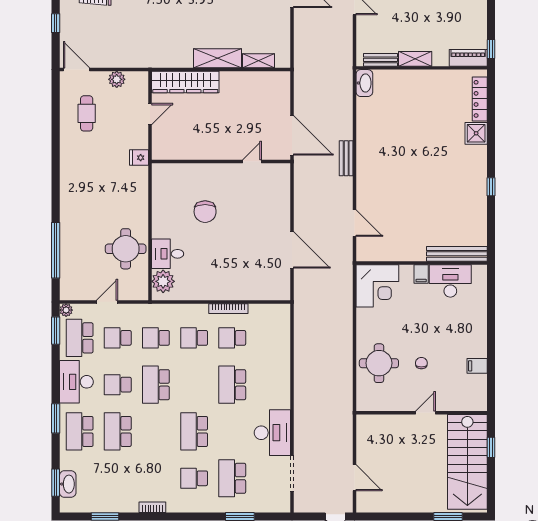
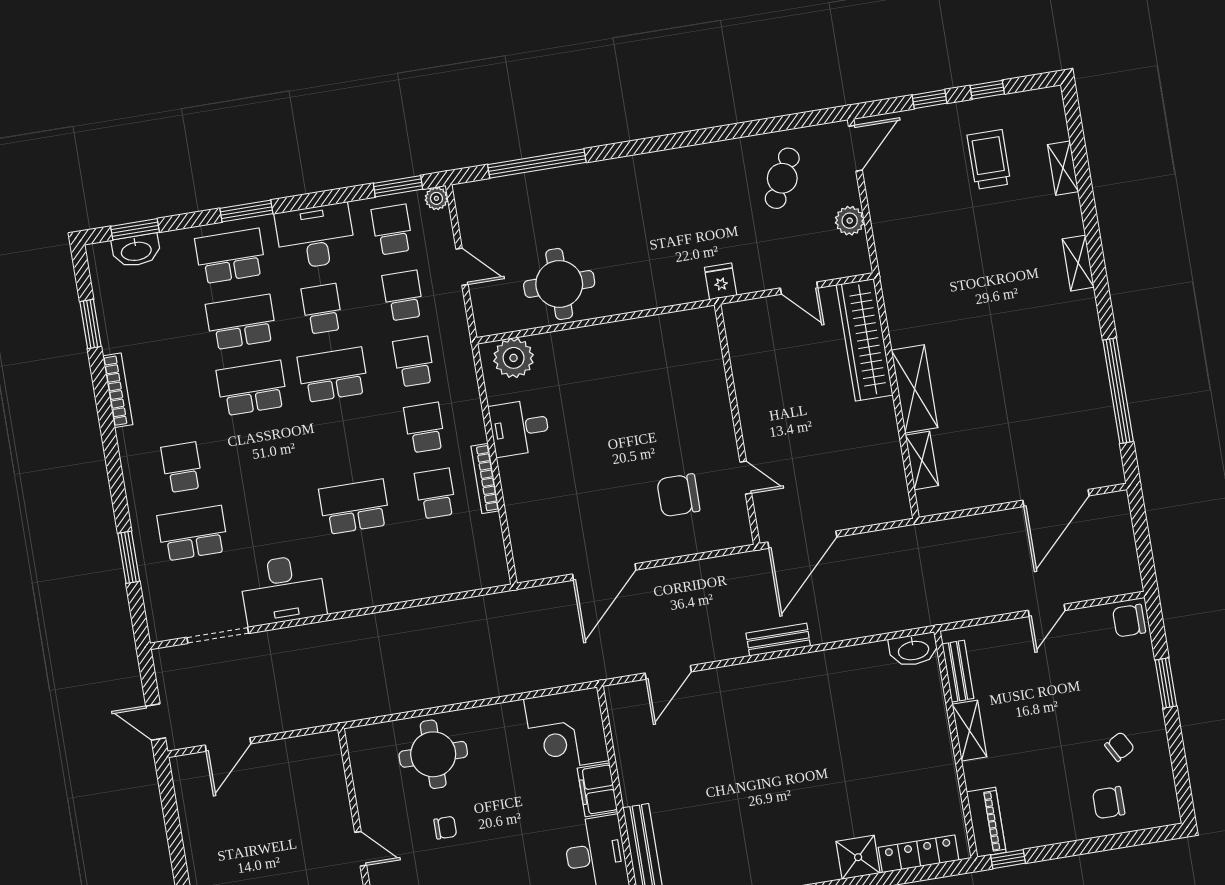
cafe table: (87, 113) -> (782, 178), turned -63
chair: (205, 212) -> (678, 495), moved
desk: (168, 254) -> (520, 428), moved, turned -90
filing cabinet: (421, 274) -> (597, 790), width x2.00
school desk: (80, 338) -> (392, 230), width x0.54
school desk: (194, 431) -> (252, 388), moved
bookcase: (152, 507) -> (118, 390), width x1.56

